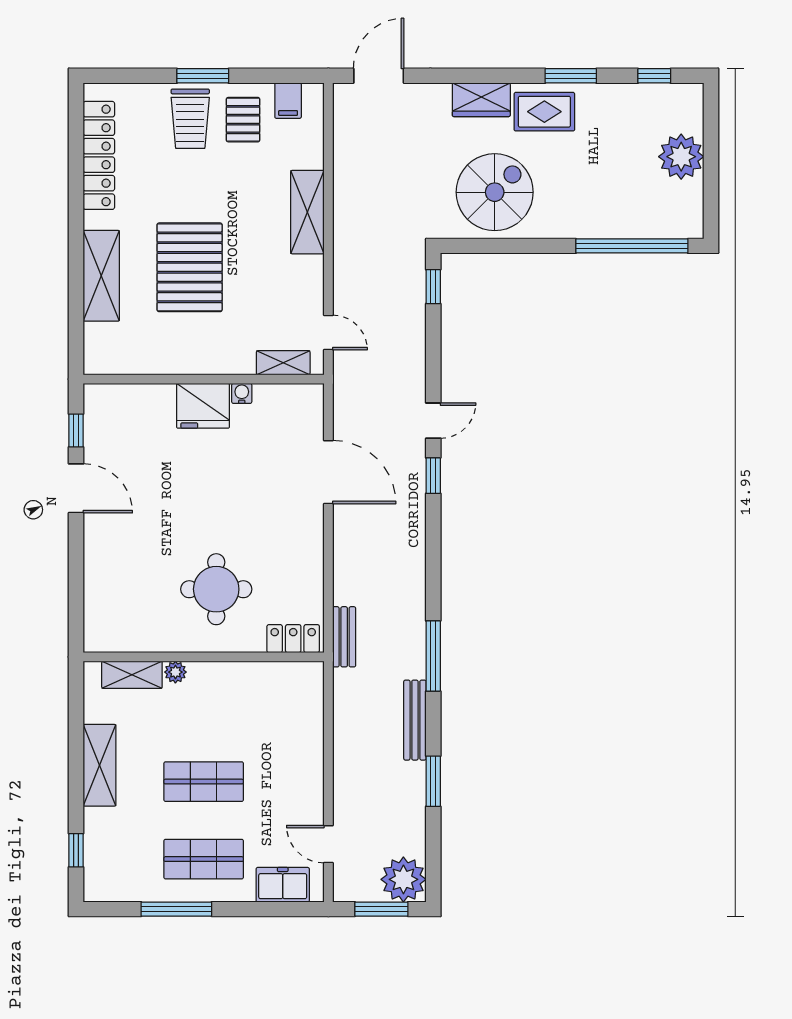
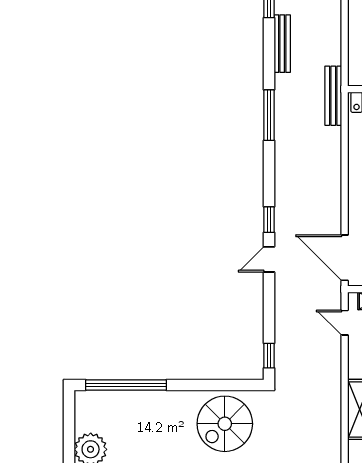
door: (328, 472) -> (345, 258), moved
bench: (344, 637) -> (333, 96), width x1.36
window: (433, 656) -> (269, 115), moved

